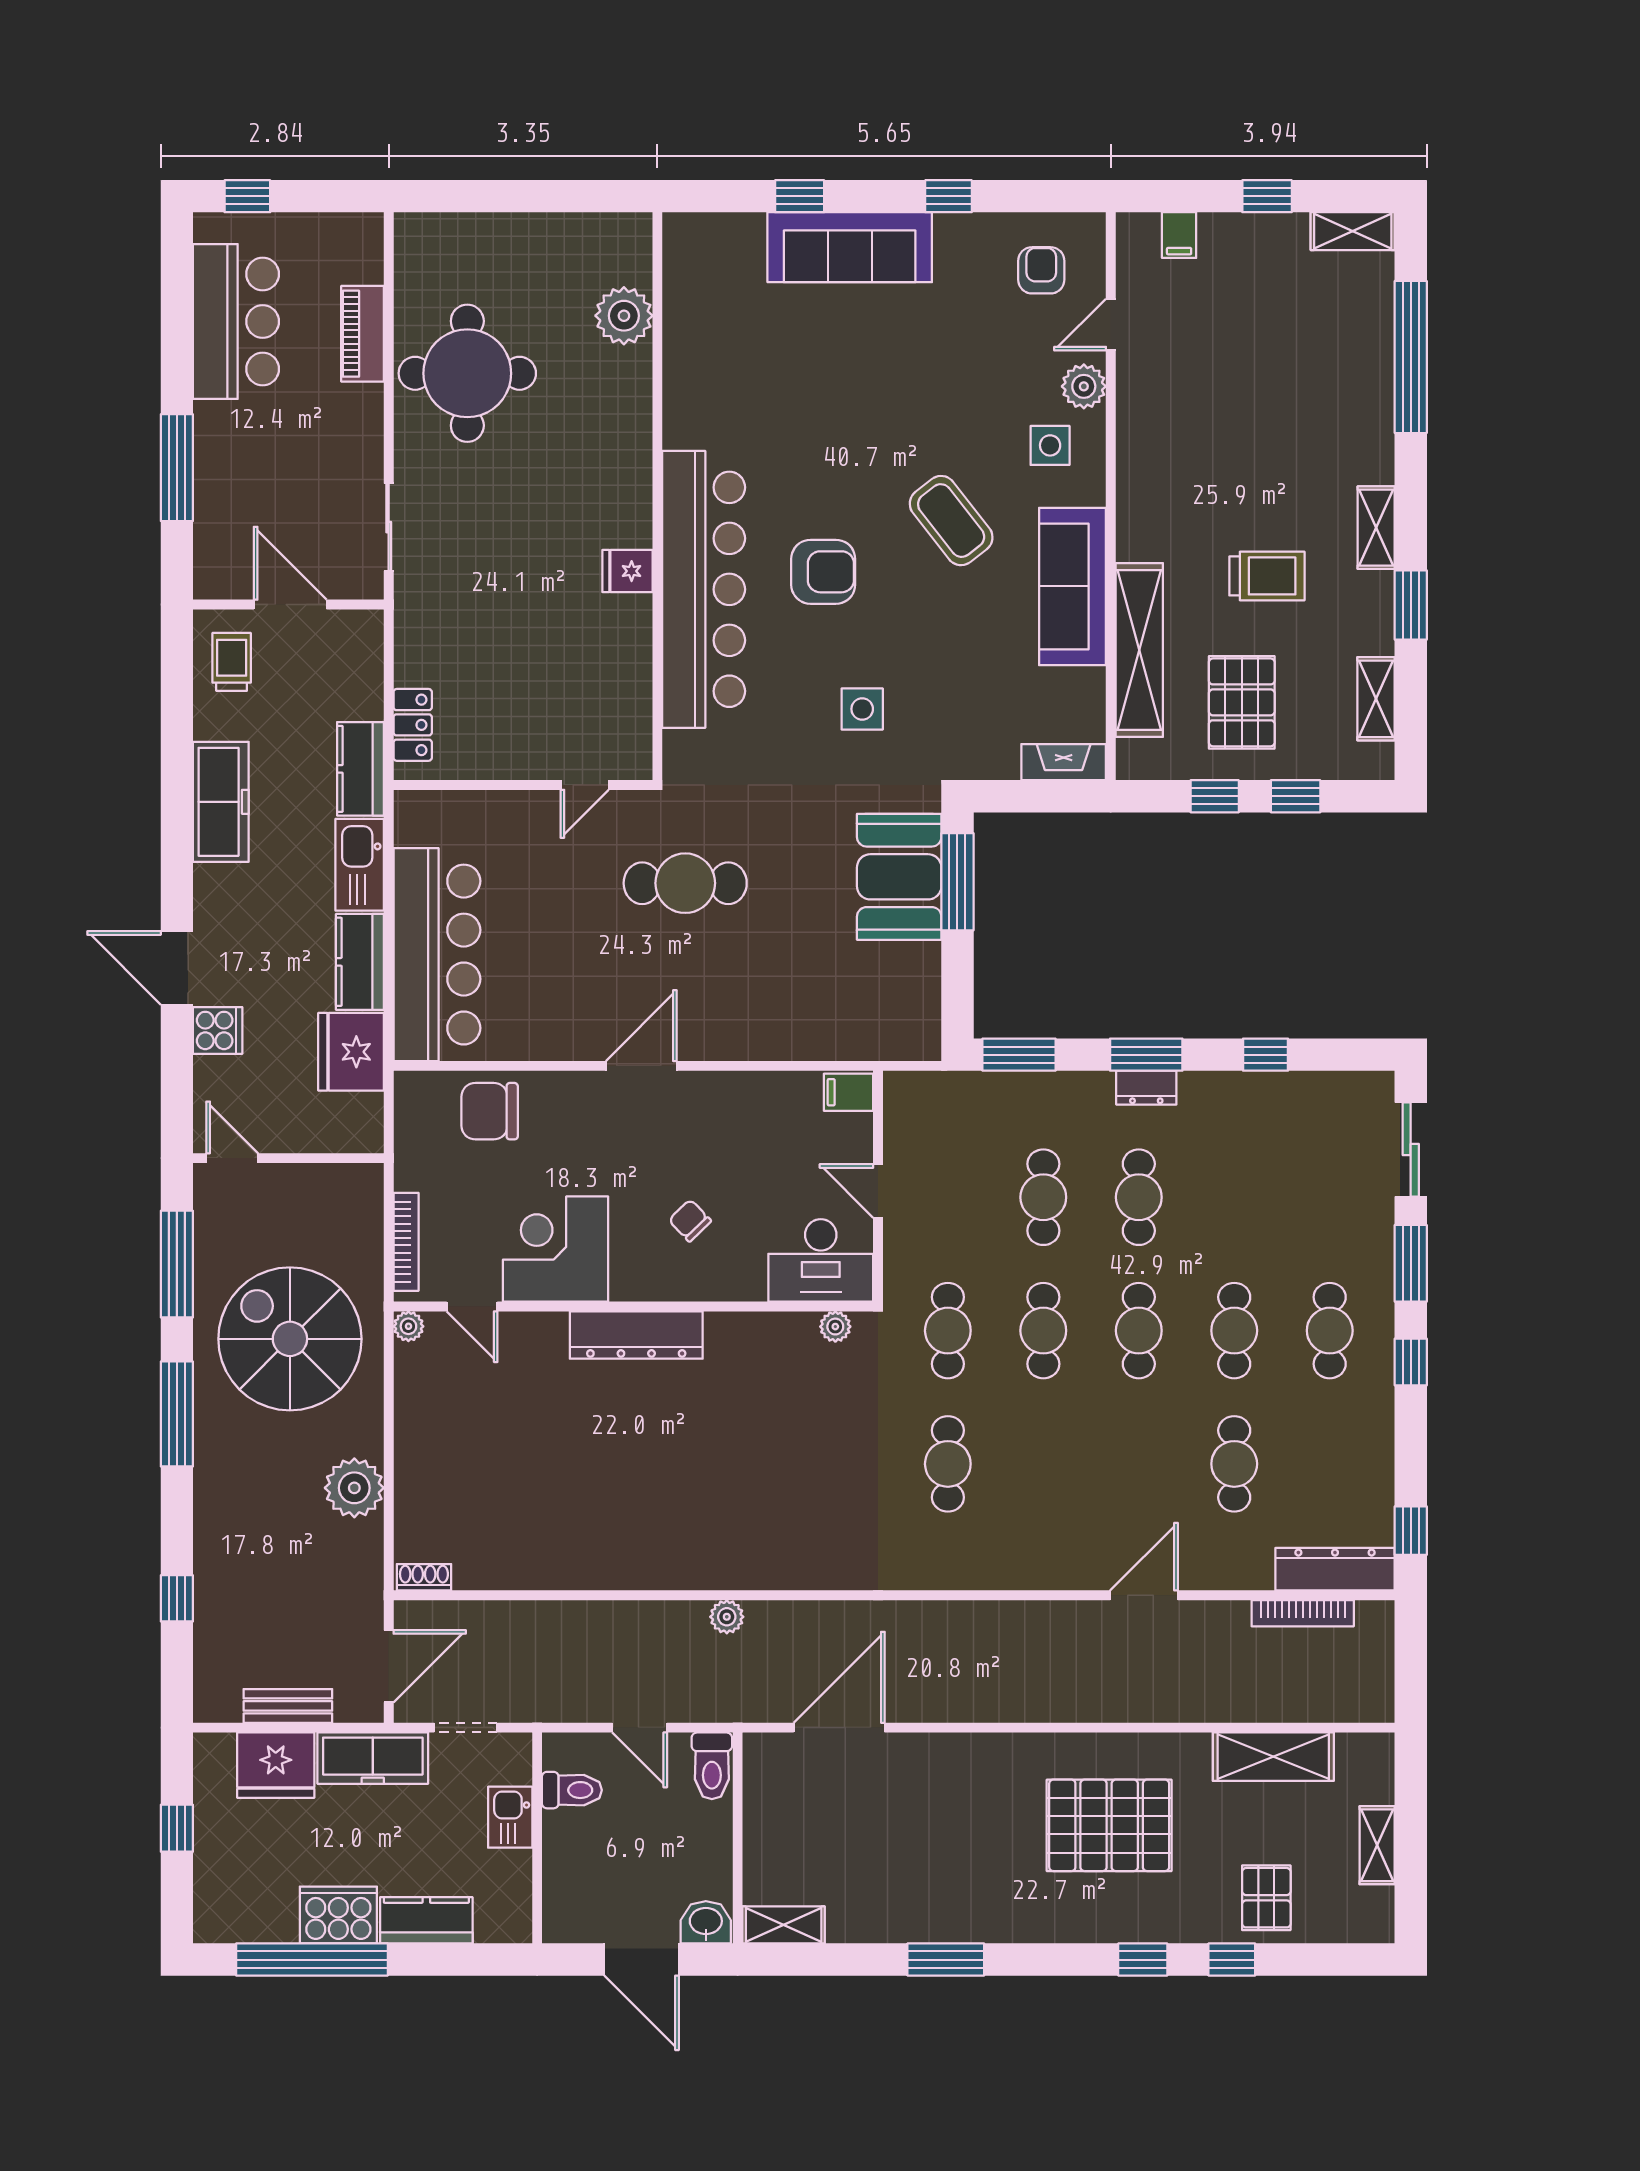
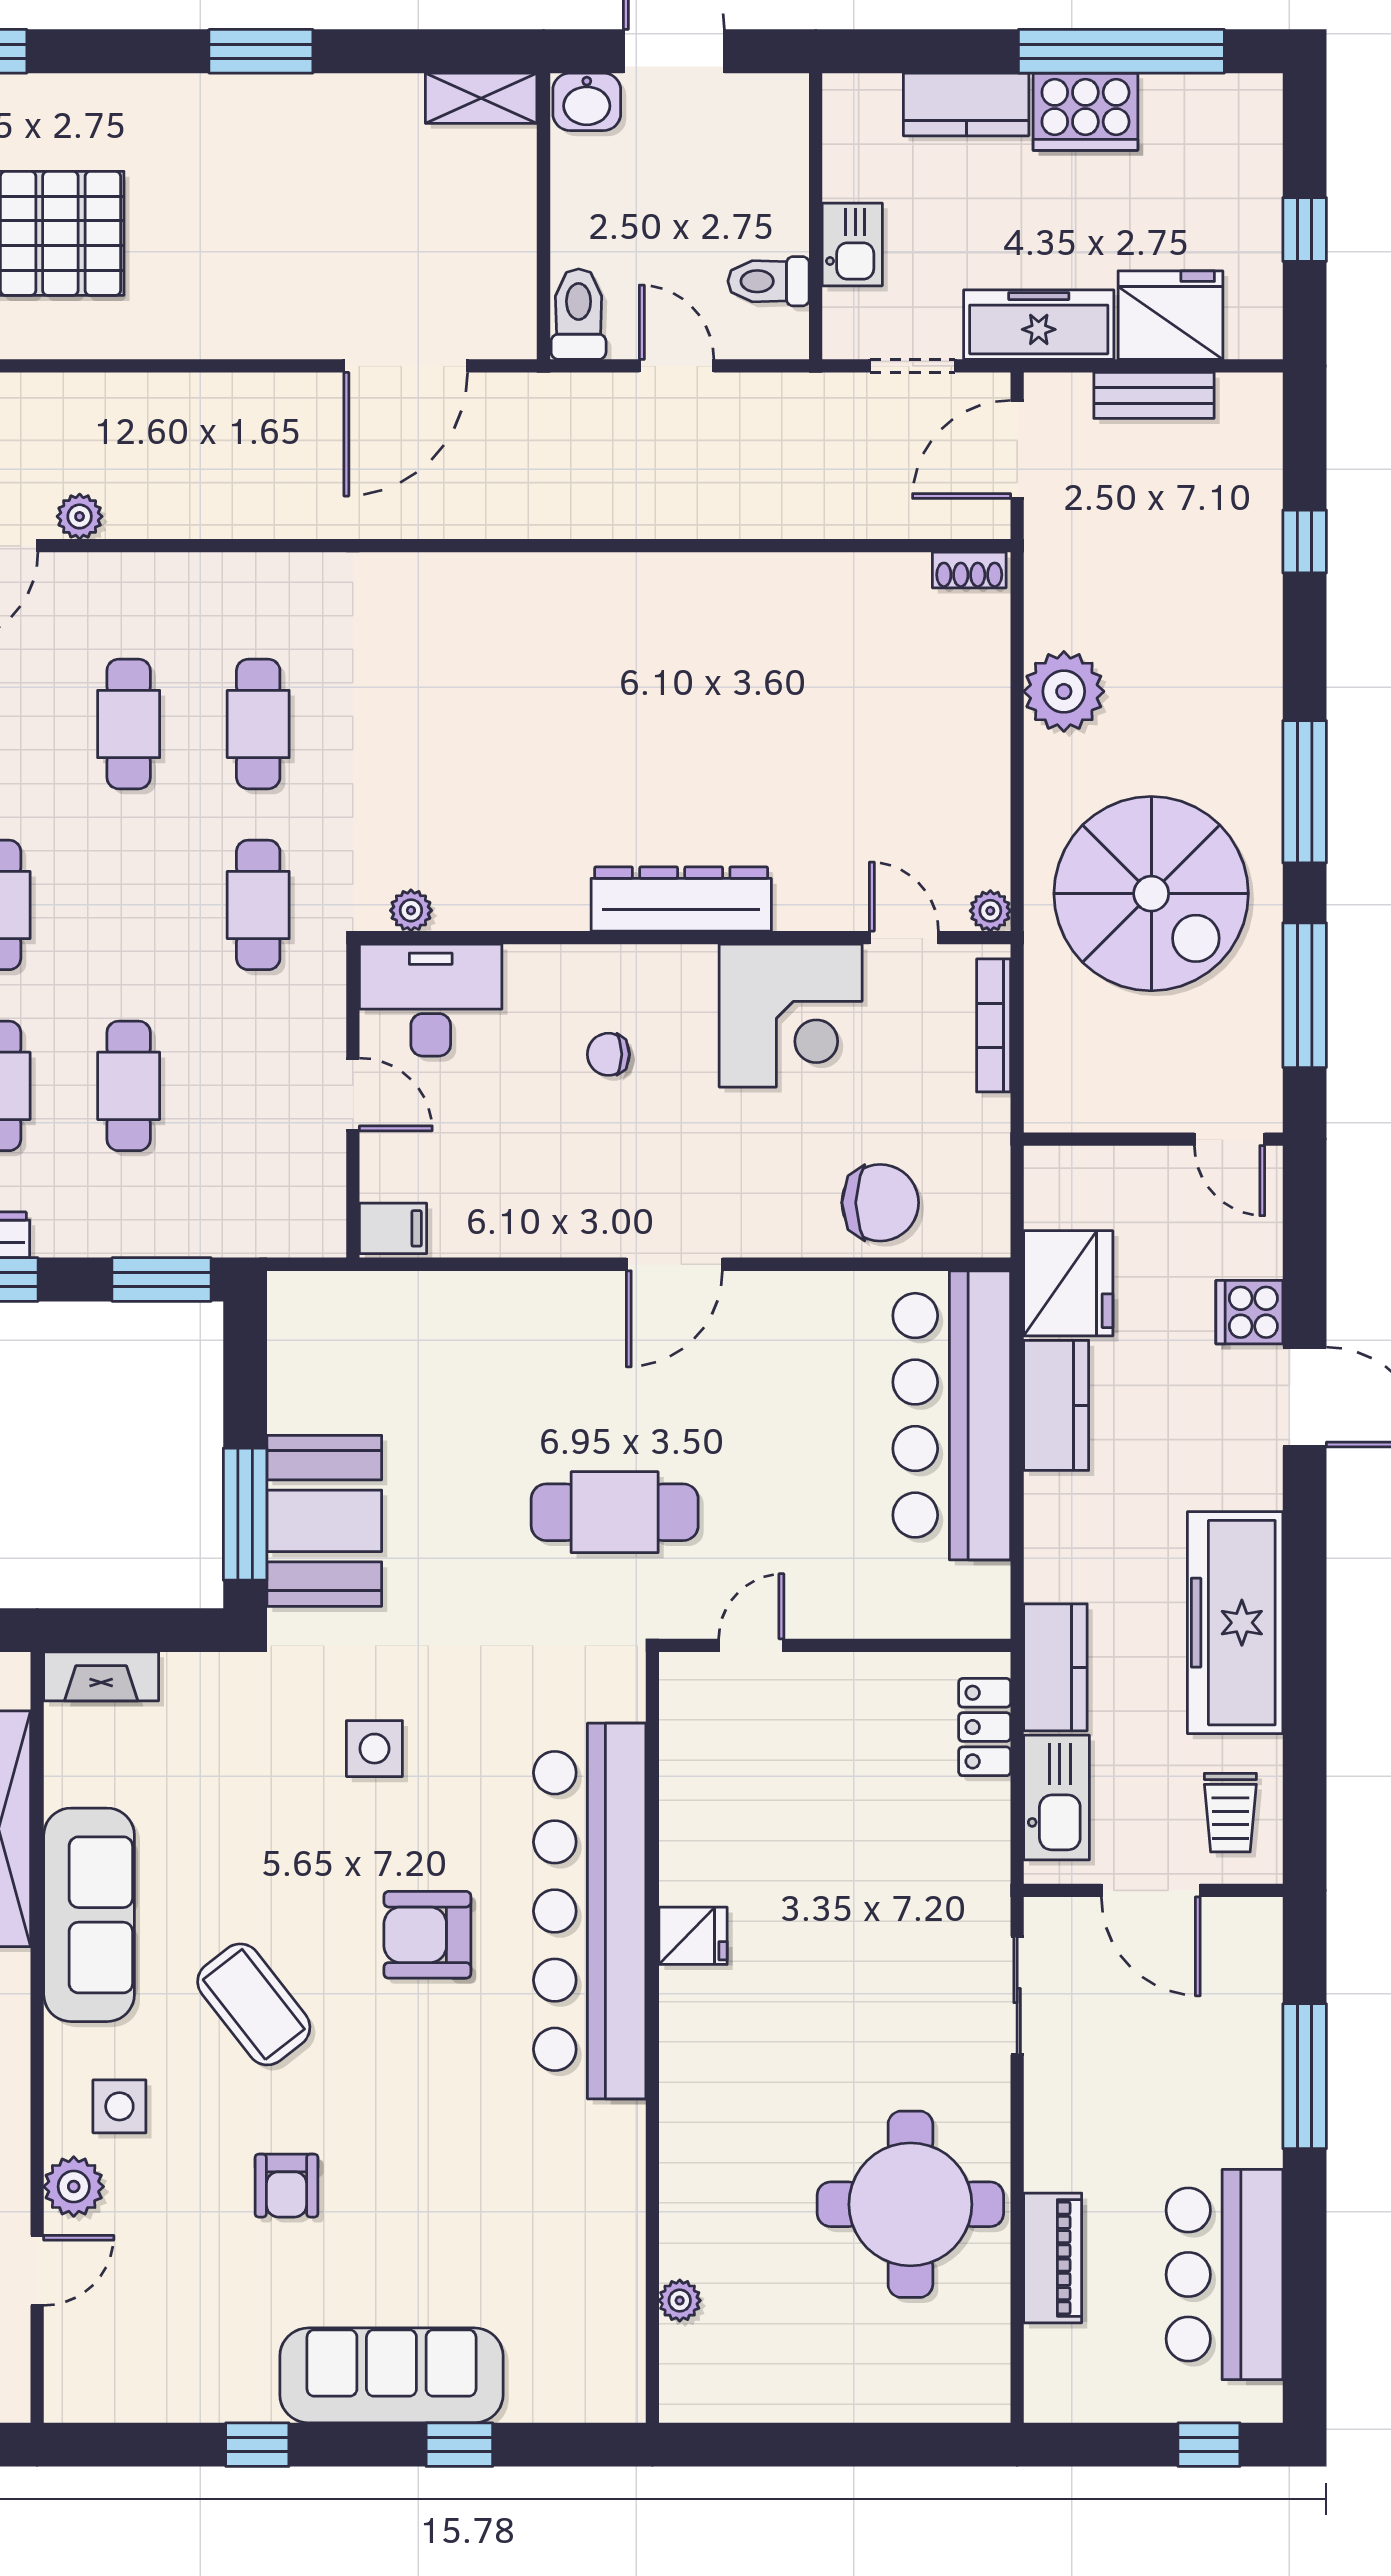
armchair: (1041, 270) -> (287, 2186), moved
plant: (624, 316) -> (680, 2301), width x0.53, depth x0.53
freezer: (221, 802) -> (1235, 1623), width x1.36, depth x1.26
kitchen sink: (360, 865) -> (1057, 1797), moved
chair: (690, 1221) -> (608, 1054), turned 134
cafe table: (1043, 1331) -> (129, 724), moved
plant: (727, 1617) -> (80, 516), moved

